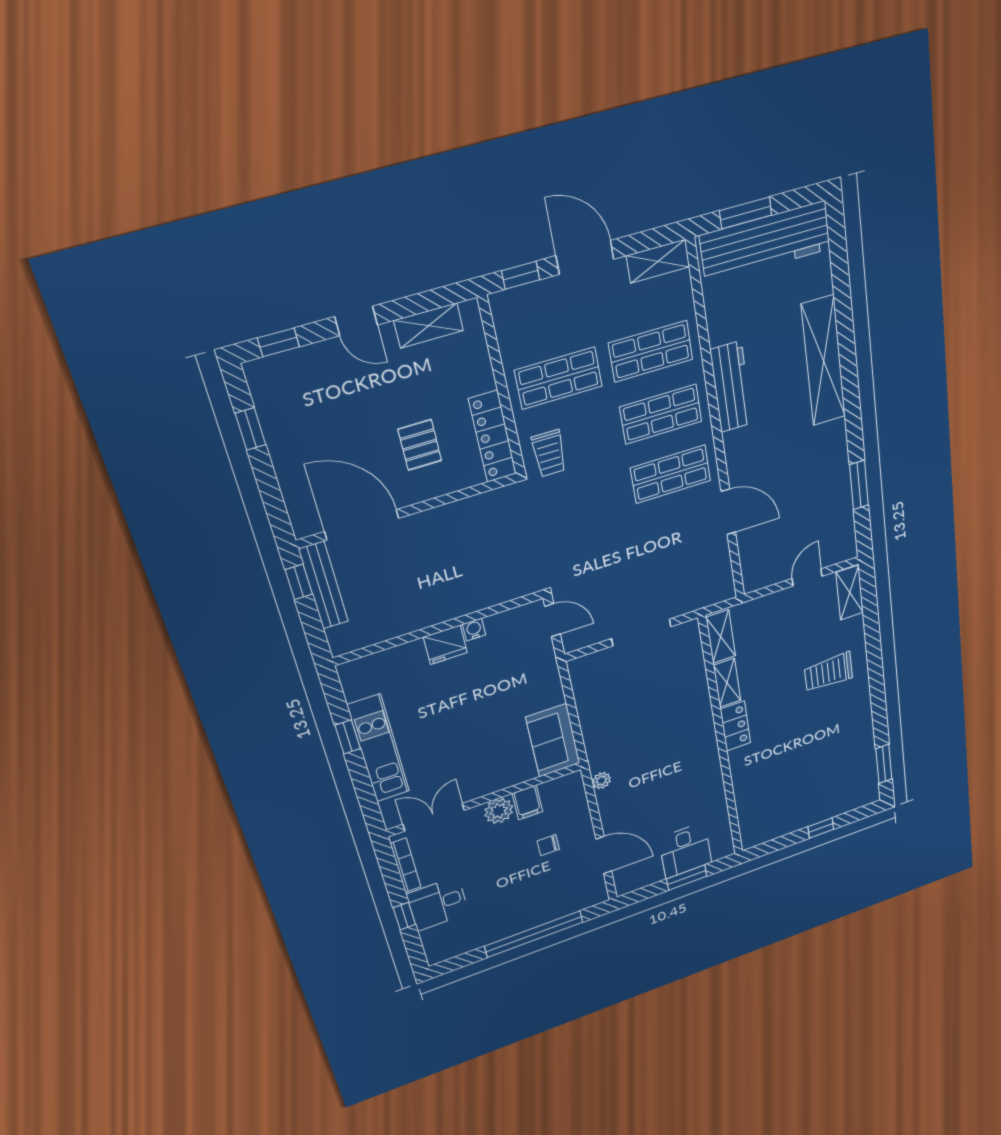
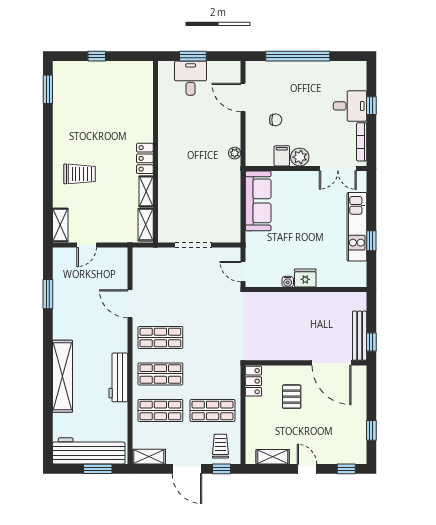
locker: (493, 437) -> (253, 381), width x0.66
trolley: (549, 453) -> (220, 446), moved
sofa: (553, 740) -> (258, 201), width x1.36

